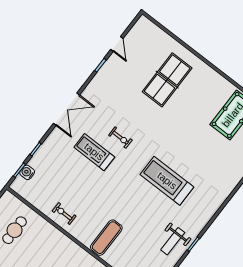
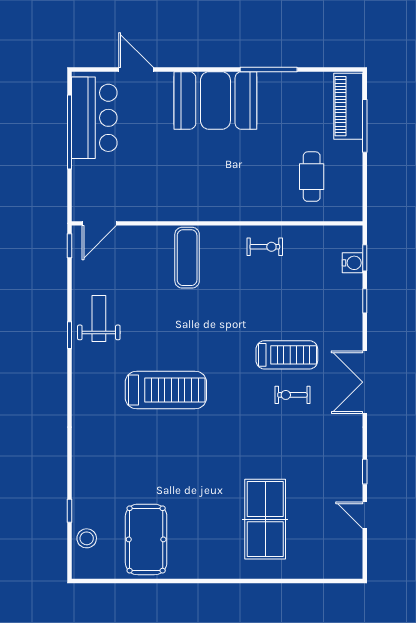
exercise bike: (120, 138) -> (292, 395), moved

